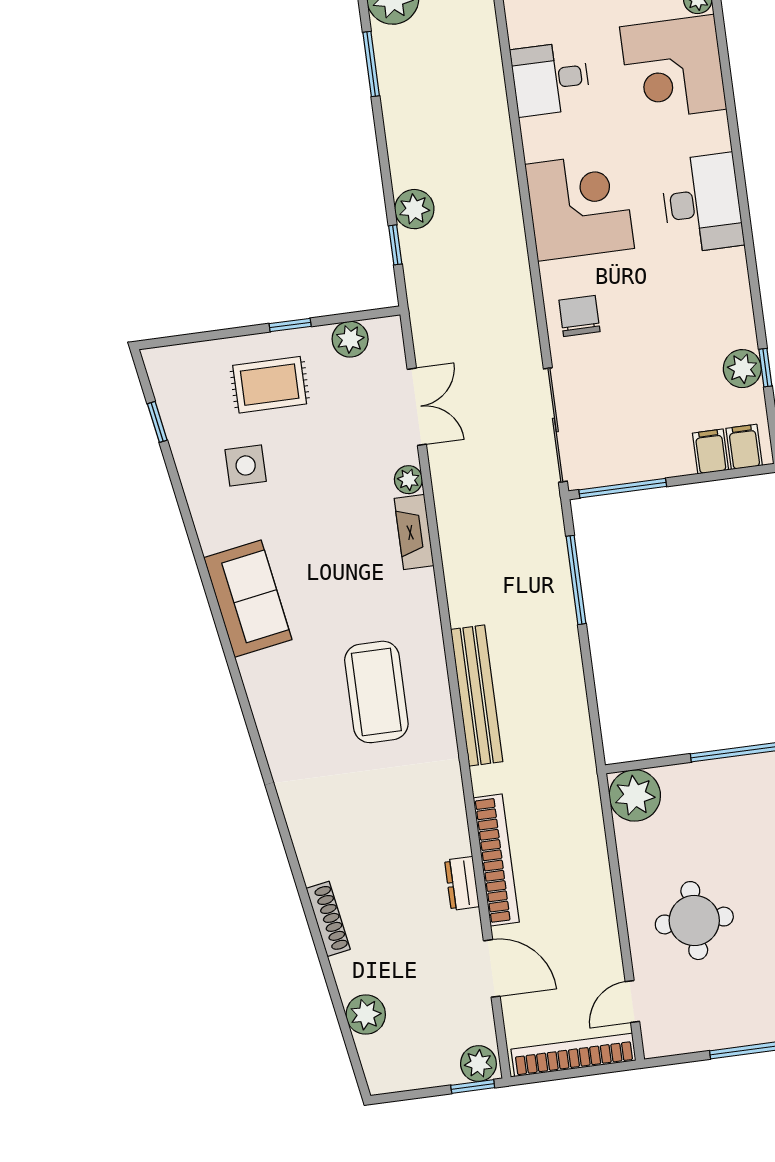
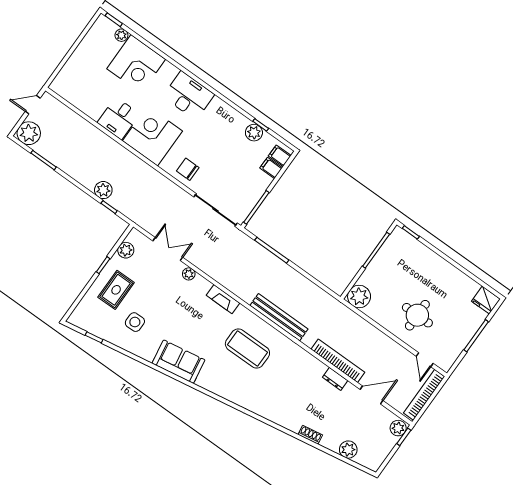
desk: (550, 79) -> (119, 118), moved
fireplace: (414, 532) -> (223, 299), moved
shoe rack: (328, 919) -> (310, 435), width x0.70

